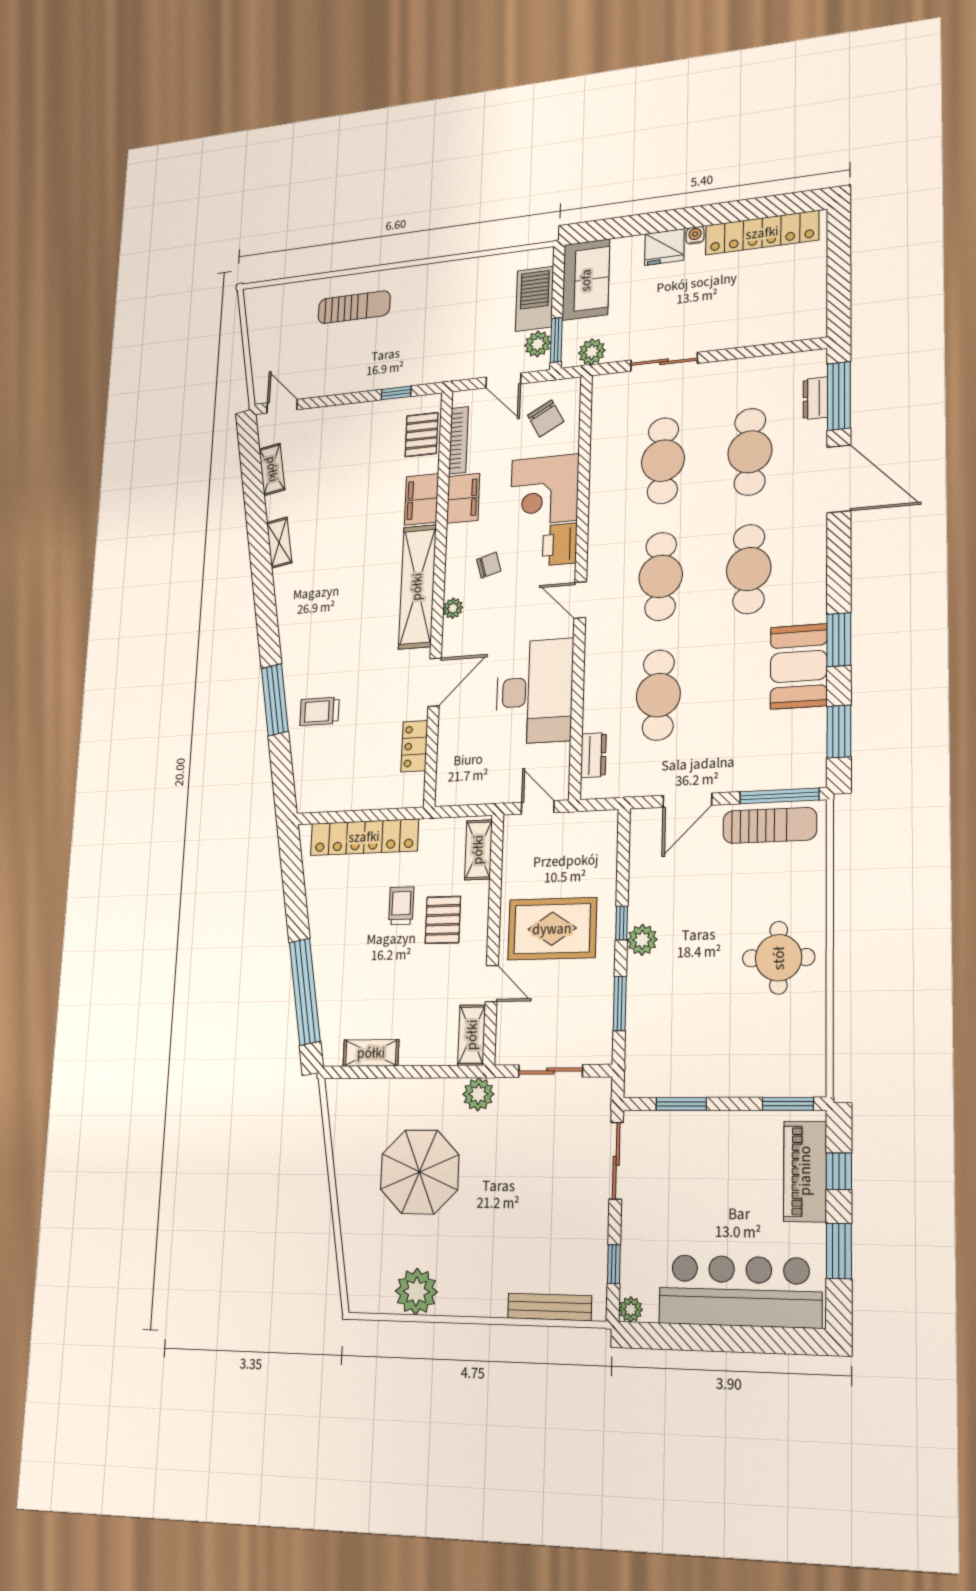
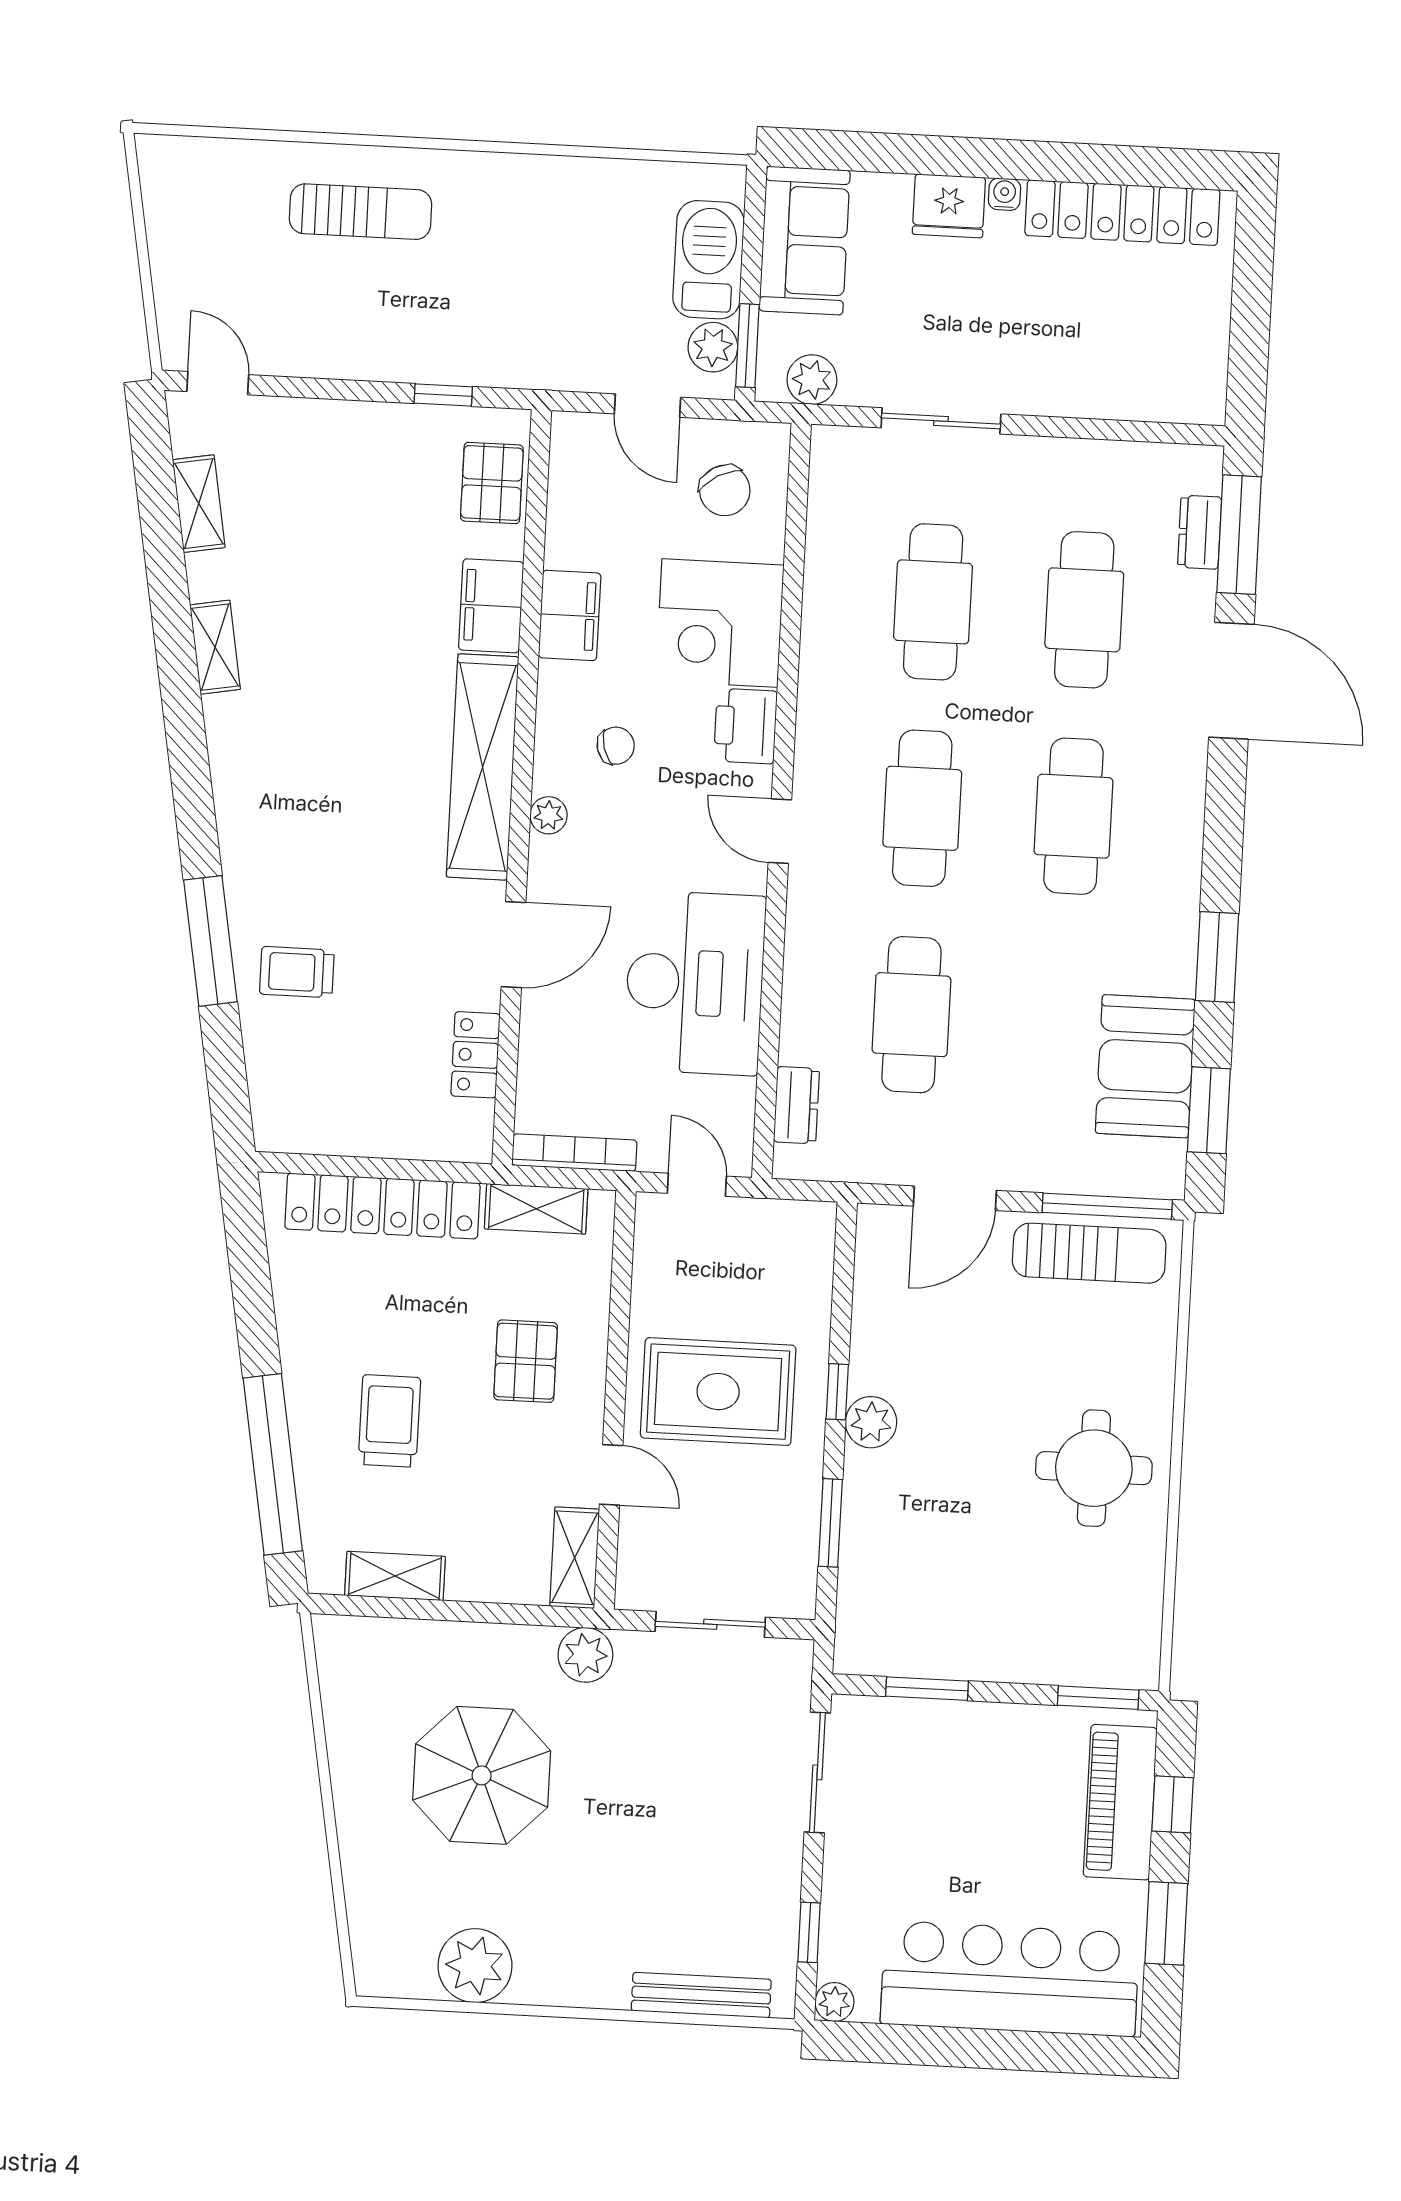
bookcase: (459, 440) -> (574, 1153), moved, turned -90
booth: (799, 666) -> (1145, 1066), moved
shelving: (478, 850) -> (536, 1209), moved, turned 90
trolley: (401, 906) -> (389, 1421), moved, width x1.36, depth x1.39

